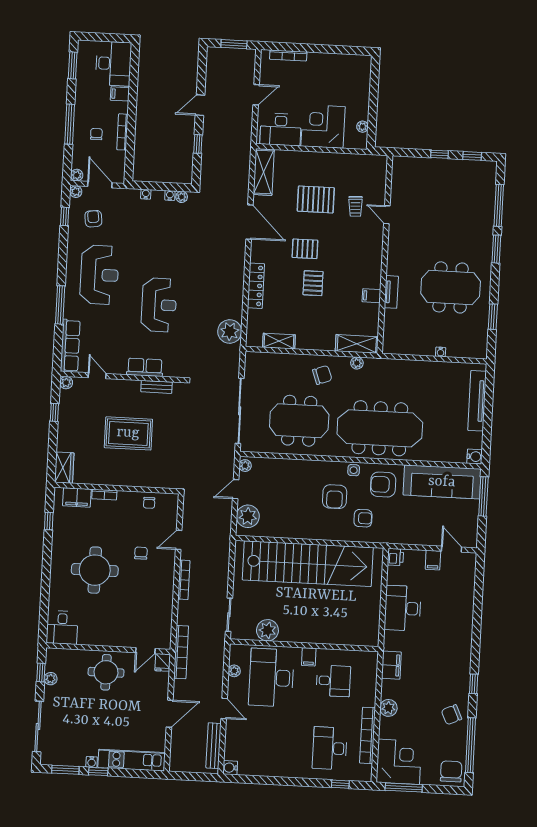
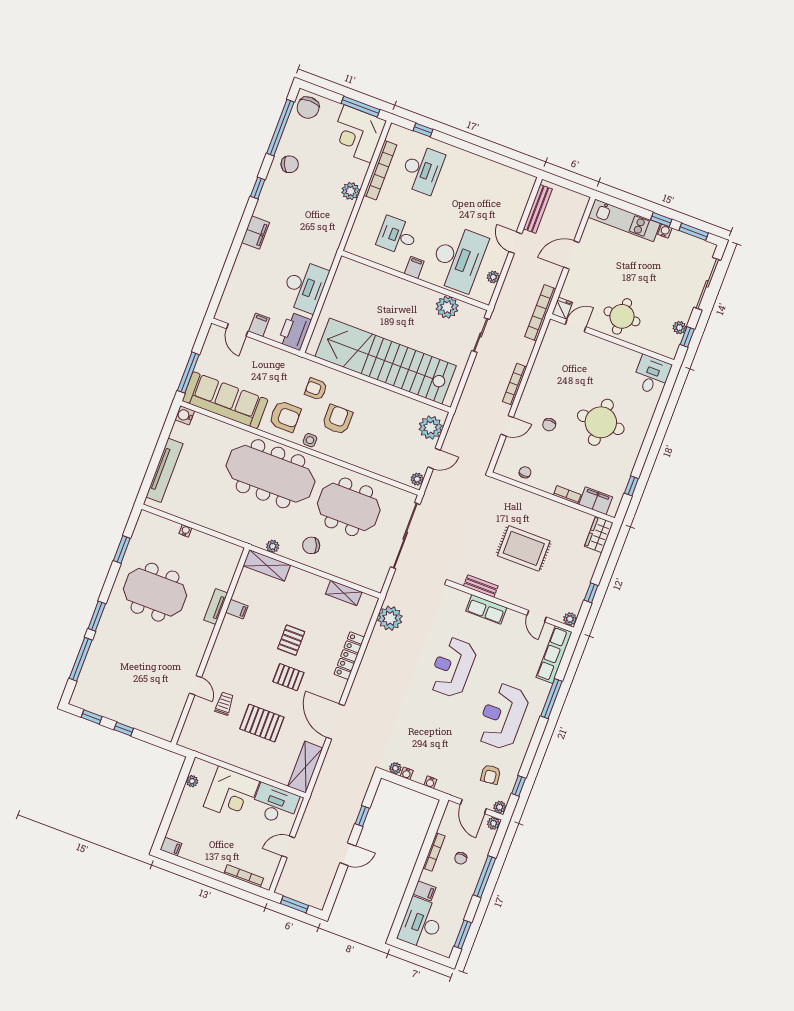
filing cabinet: (363, 61) -> (171, 846), added
printer: (395, 557) -> (295, 331), width x1.87, depth x1.48
filing cabinet: (391, 665) -> (255, 233), moved, turned 180
water cooler: (230, 768) -> (528, 182), removed

